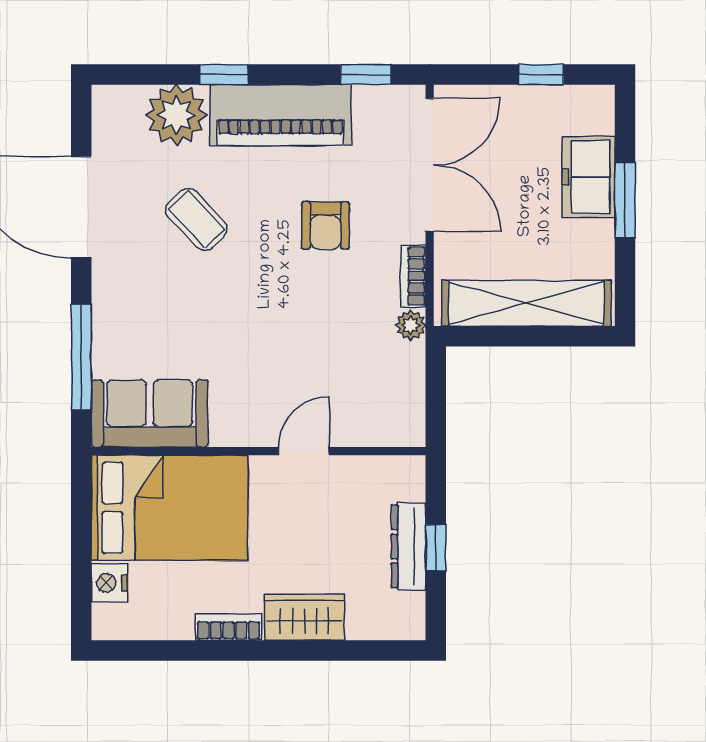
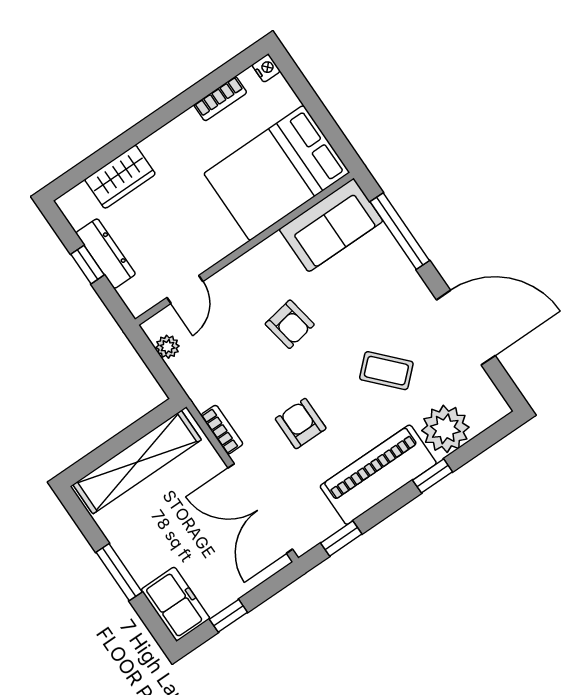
freezer: (589, 177) -> (175, 604), moved
plant: (411, 325) -> (167, 347), moved
armchair: (265, 338) -> (290, 324), added
door: (304, 451) -> (185, 289), moved
nightstand: (109, 583) -> (266, 68), moved, width x0.72, depth x0.74
wardrobe: (305, 617) -> (120, 177), moved
bookcase: (228, 627) -> (220, 99), moved

